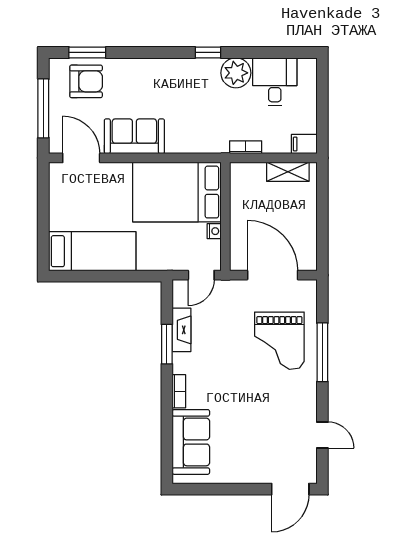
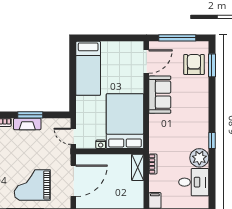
armchair: (86, 81) -> (194, 65), turned 180
shelving: (288, 172) -> (138, 167), moved
fireplace: (181, 330) -> (27, 124), moved

